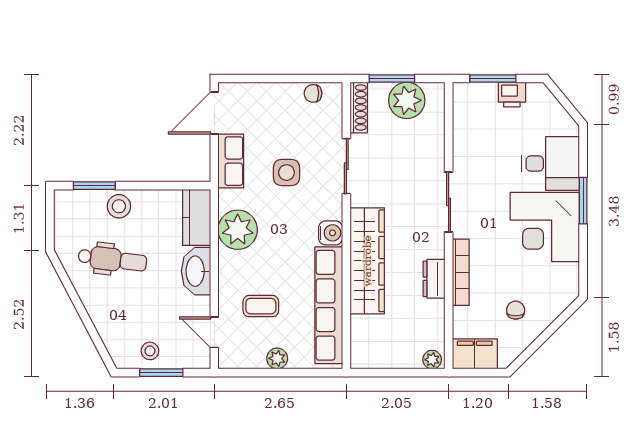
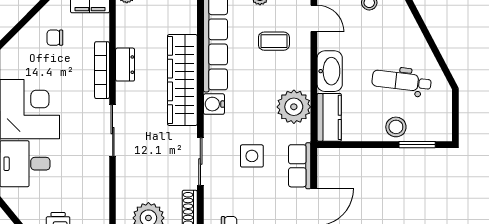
chair: (516, 310) -> (55, 38), turned 90

